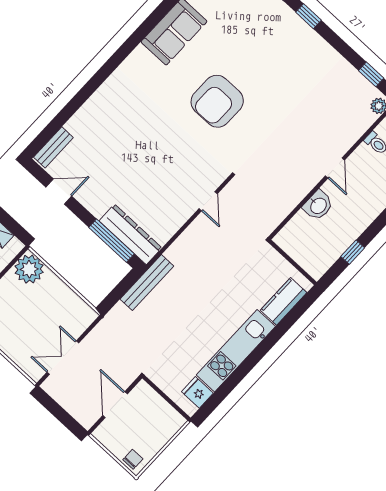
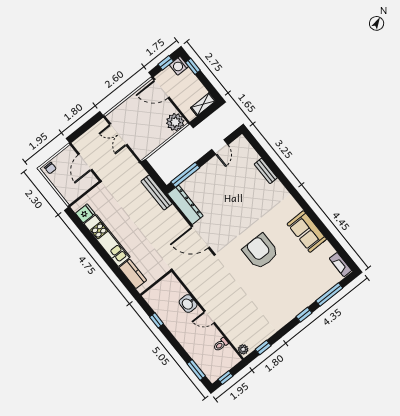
bench: (53, 147) -> (266, 171), moved
door: (208, 201) -> (201, 237), width x1.88
dresser: (130, 234) -> (185, 205), moved, turned -90
double door: (63, 358) -> (118, 135), swing flipped
door: (115, 405) -> (85, 162), swing flipped

